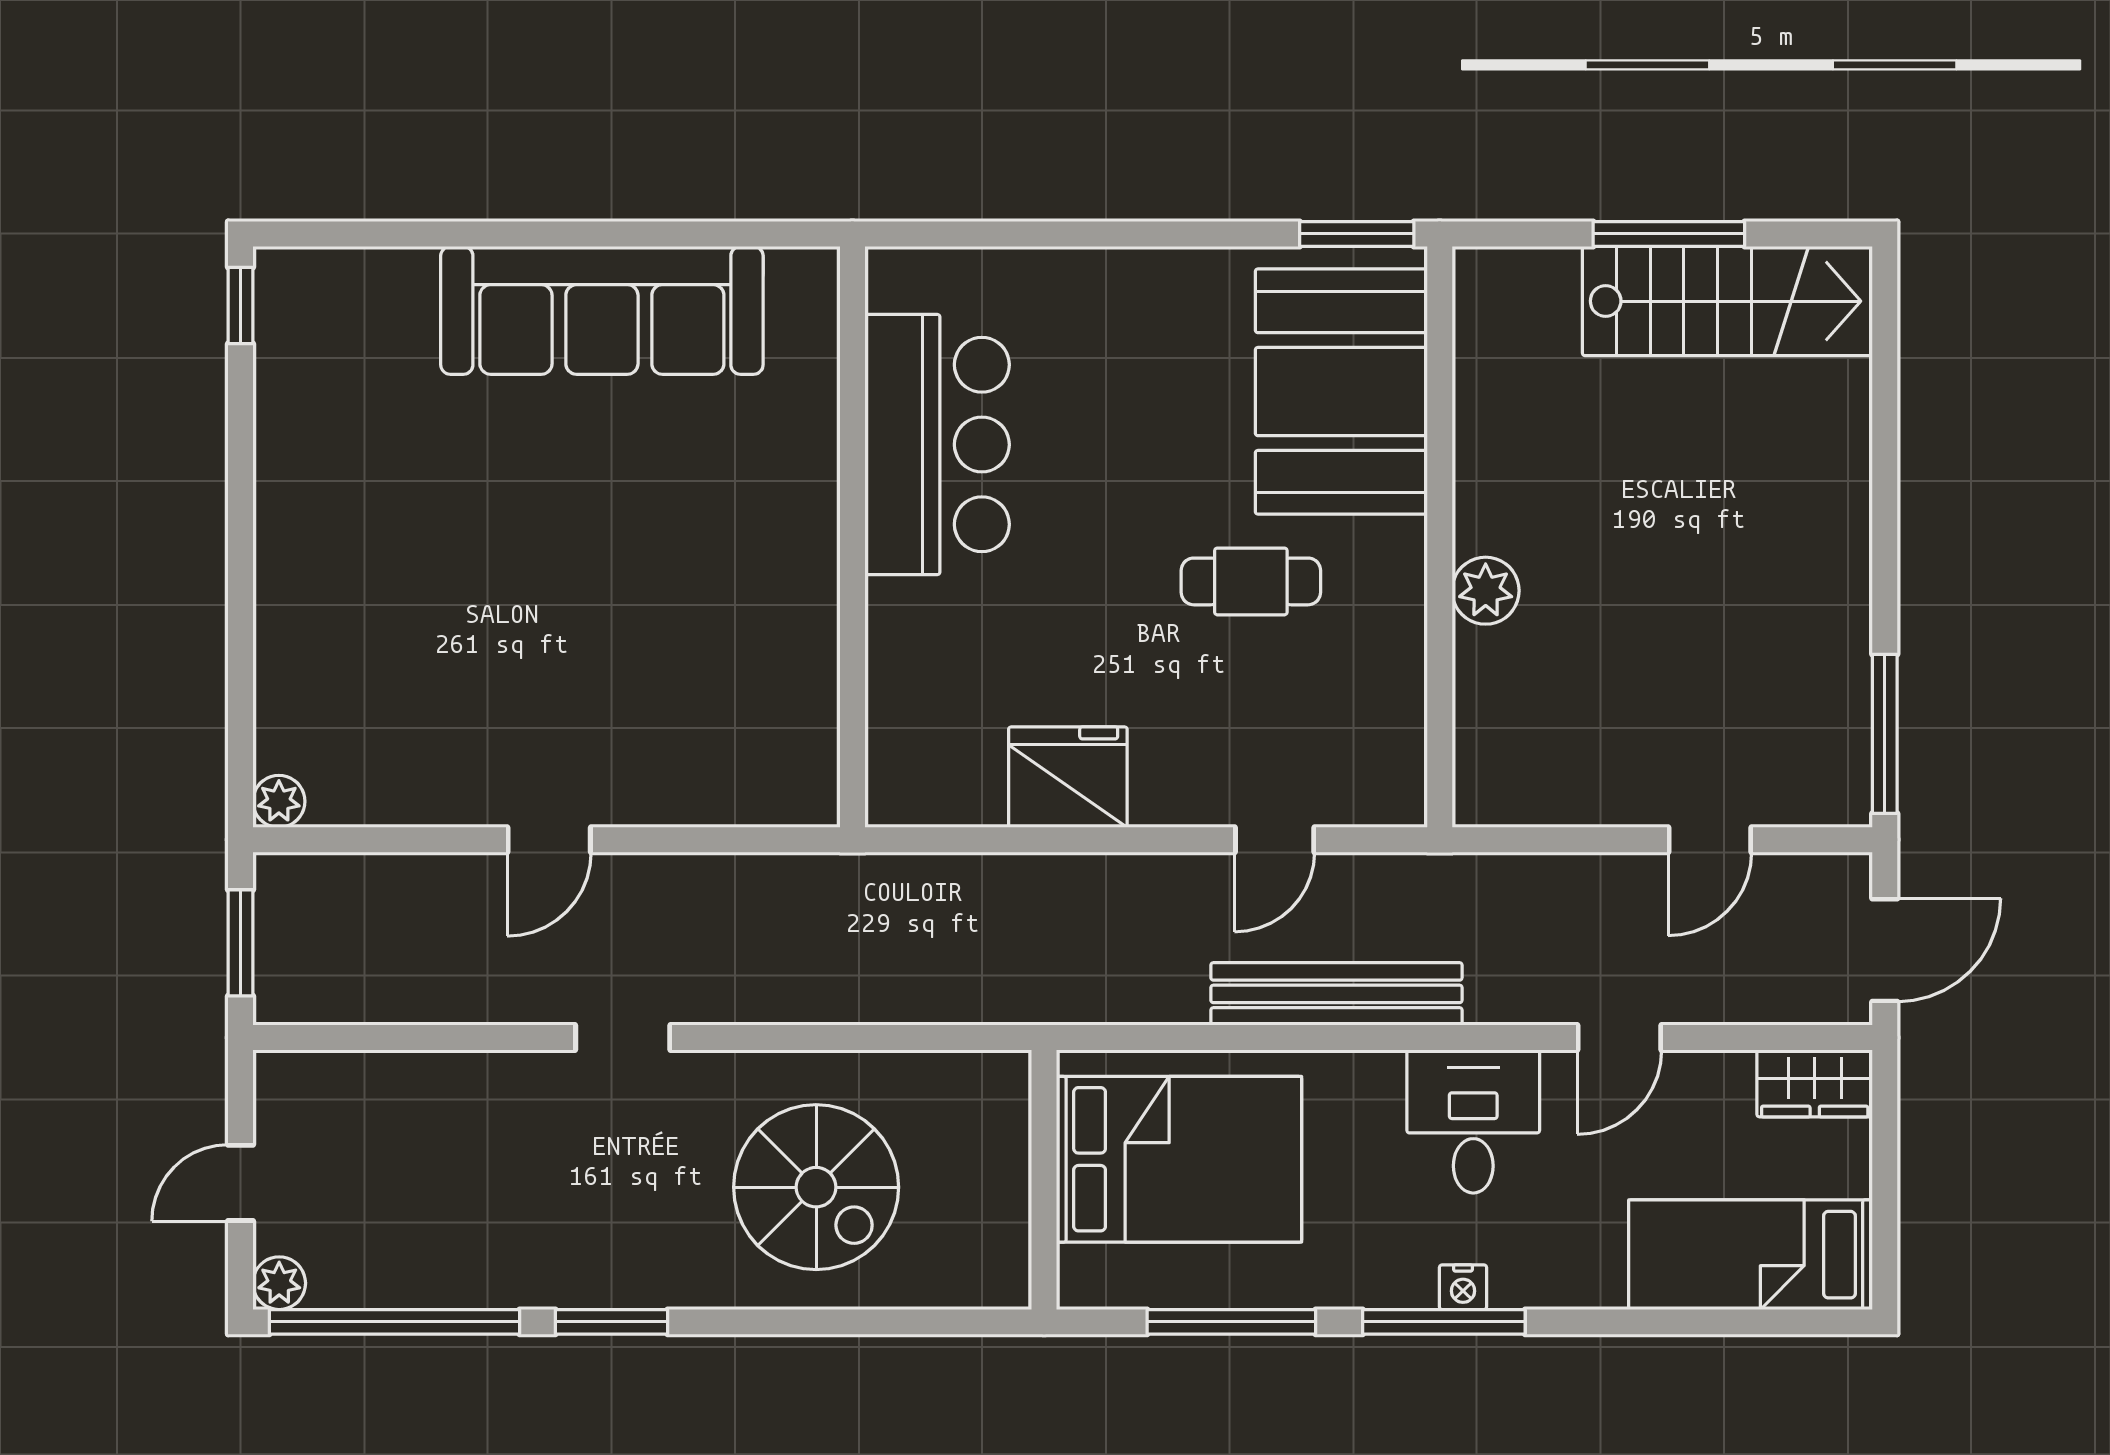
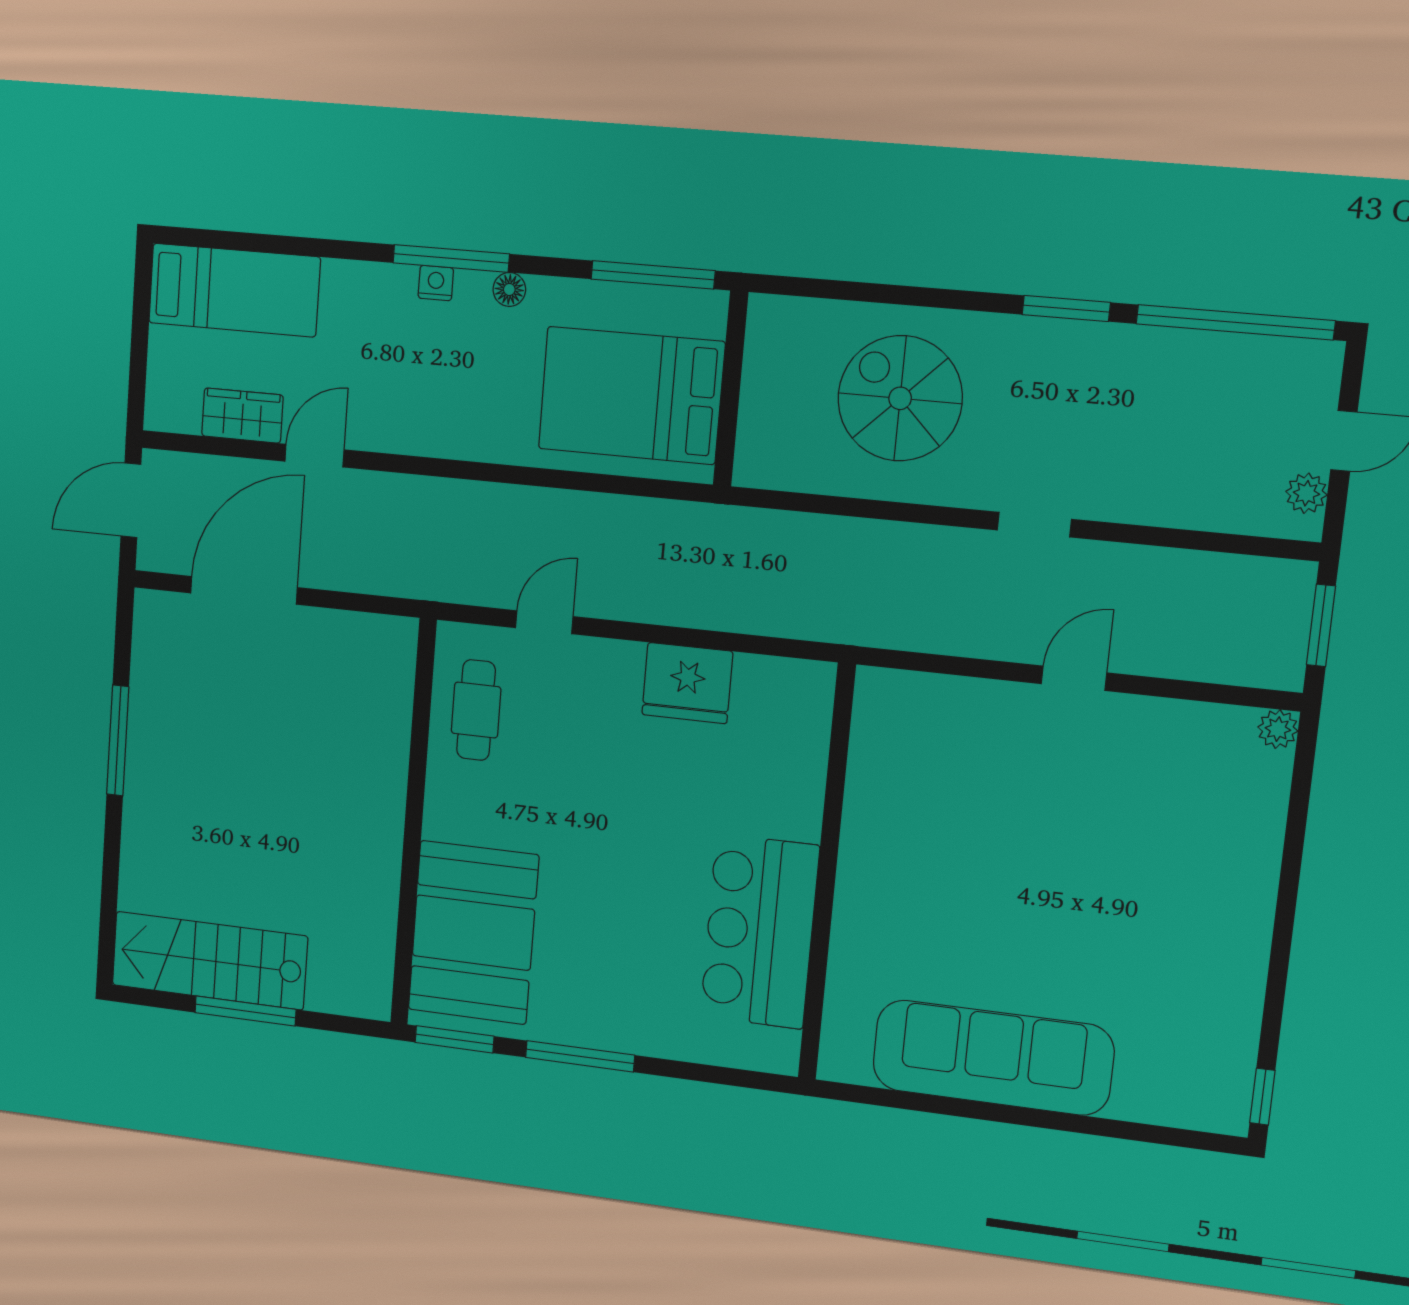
window: (1174, 234) -> (580, 1056), added
cafe table: (1251, 581) -> (476, 710), moved, turned 90
plant: (1486, 591) -> (385, 782), removed
window: (1885, 734) -> (118, 741), moved
door: (1710, 840) -> (244, 590), width x1.88
bench: (1336, 994) -> (509, 506), removed
wardrobe: (1815, 1083) -> (242, 416), moved
desk: (1473, 1121) -> (420, 404), removed
plant: (279, 1283) -> (1306, 493), moved
floor lamp: (1359, 1287) -> (509, 289), added
window: (1231, 1322) -> (653, 275), moved

